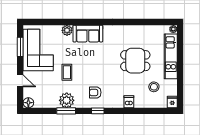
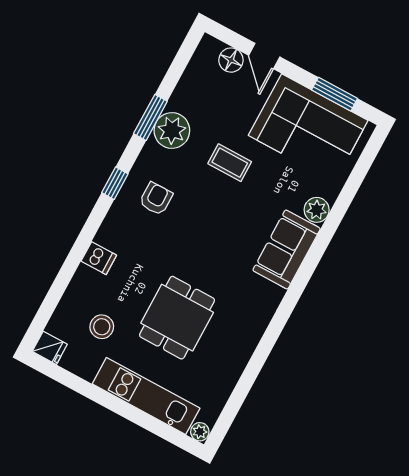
door: (20, 81) -> (264, 56), hinge flipped
floor lamp: (28, 103) -> (231, 60), moved

